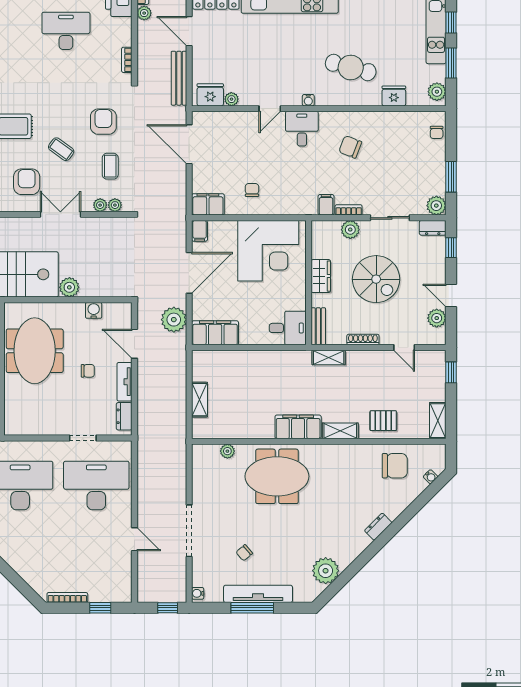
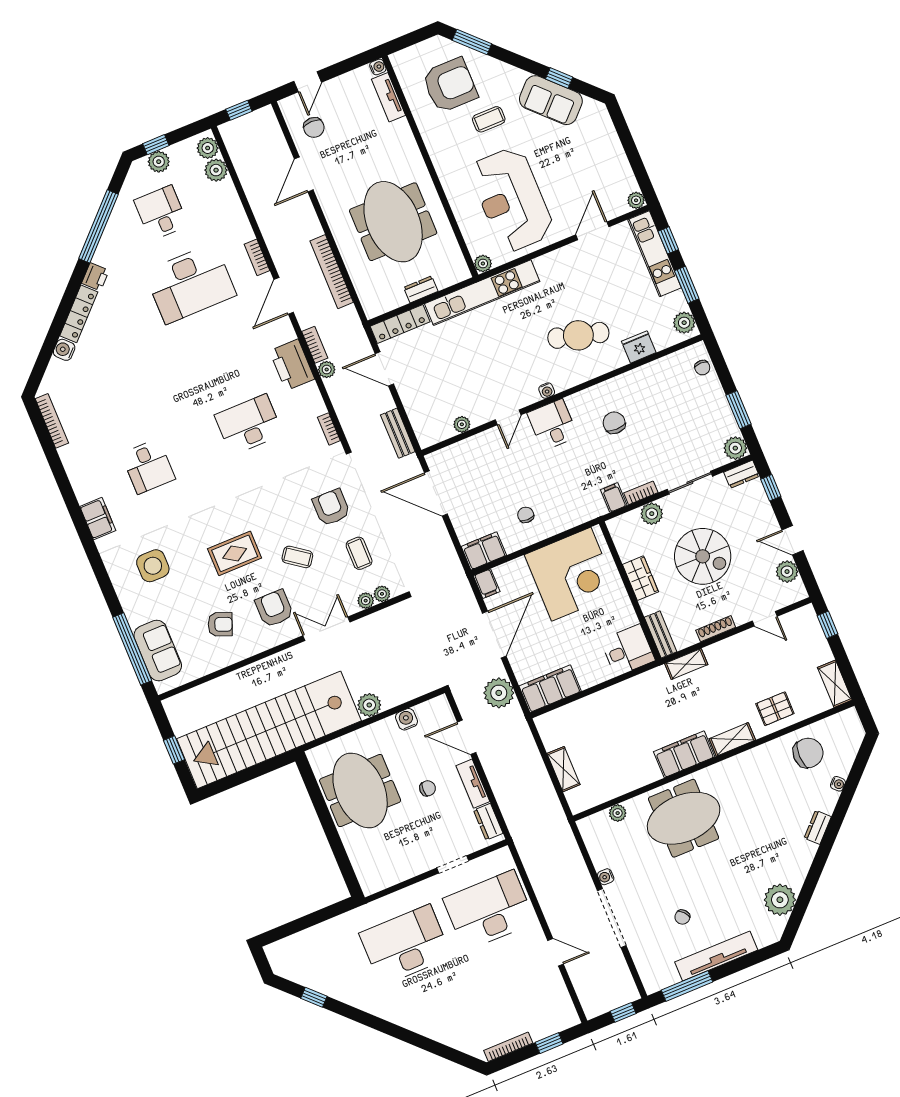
bench: (179, 78) -> (398, 433), width x0.73
fridge: (210, 95) -> (437, 429), removed
chair: (350, 147) -> (614, 423), turned 69
water cooler: (431, 477) -> (838, 784), moved
water cooler: (198, 593) -> (606, 877), moved
window: (252, 608) -> (687, 986), moved

